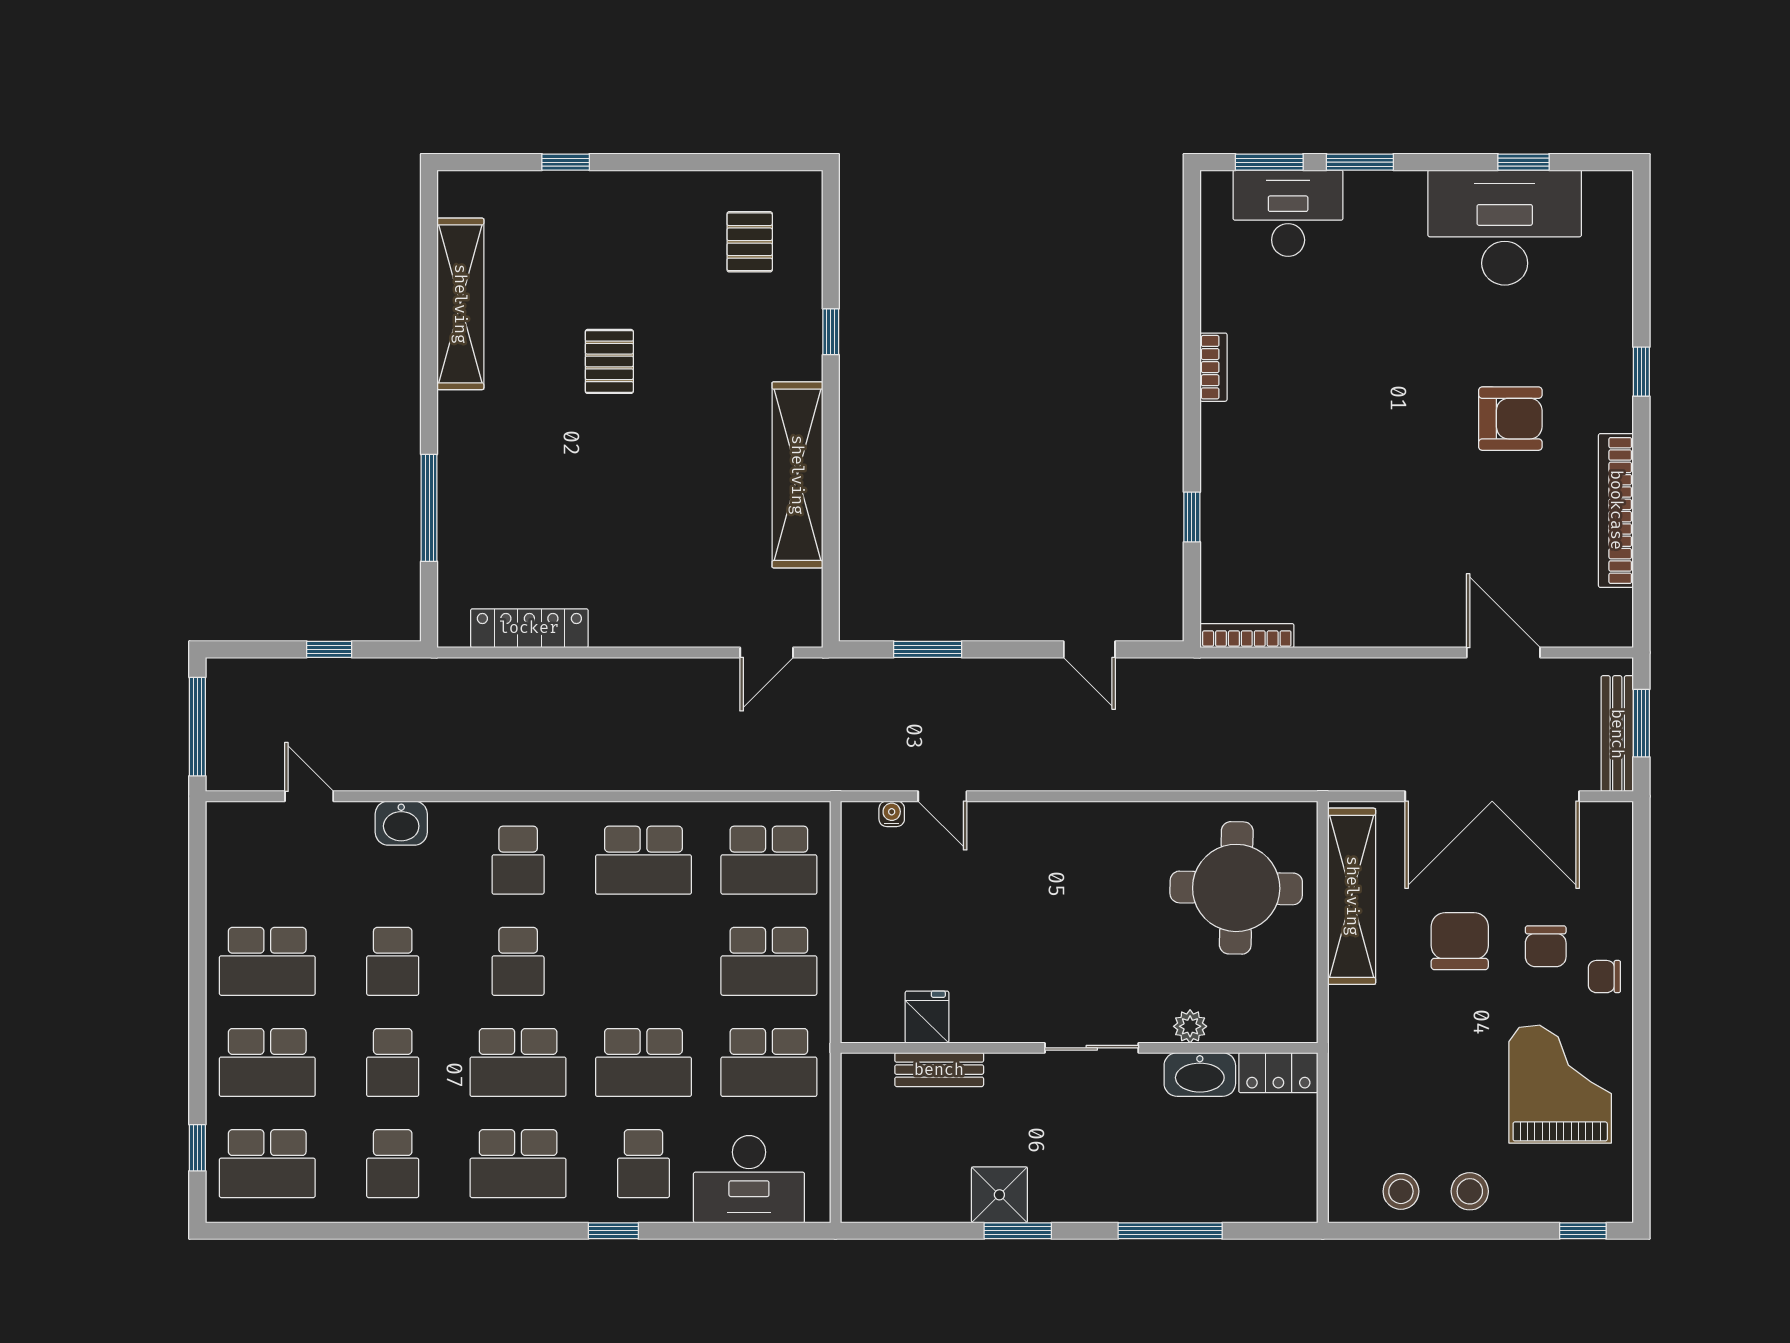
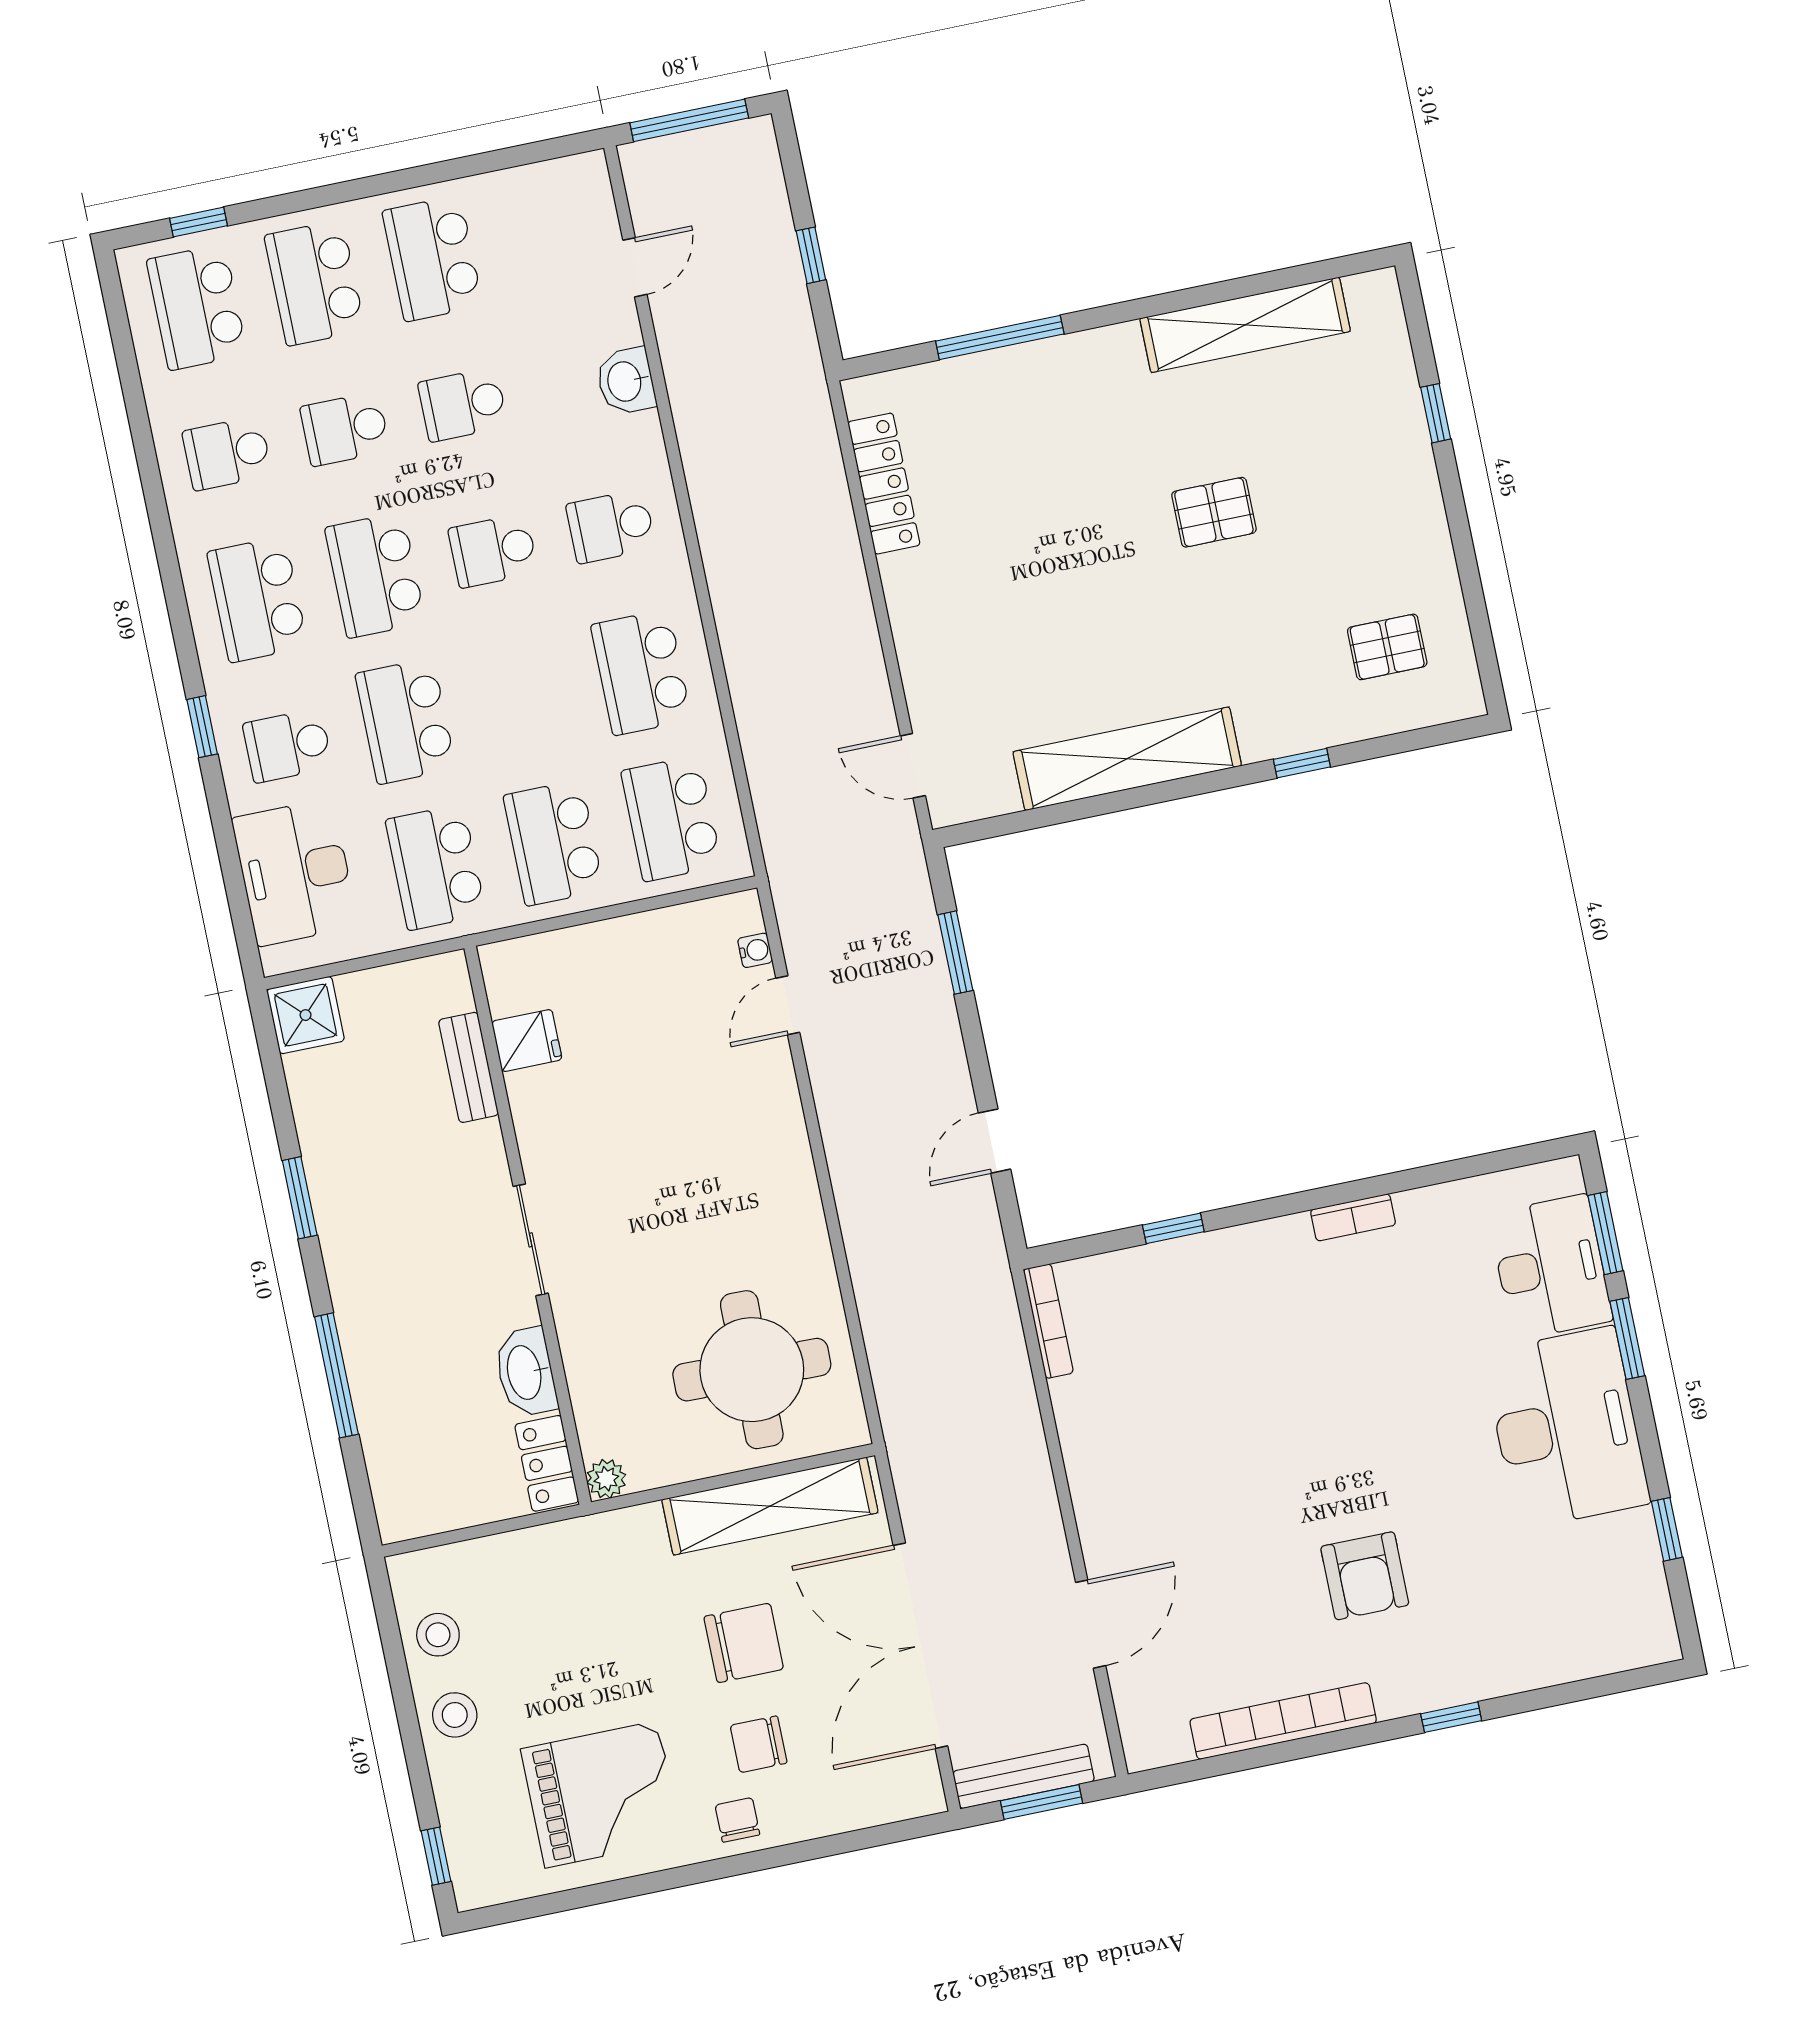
desk: (1505, 228) -> (1566, 1428), moved
plant: (1190, 1026) -> (606, 1479), moved
shower: (999, 1195) -> (306, 1015), moved

